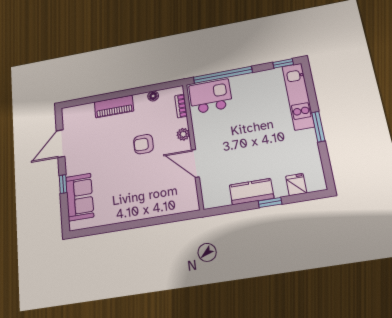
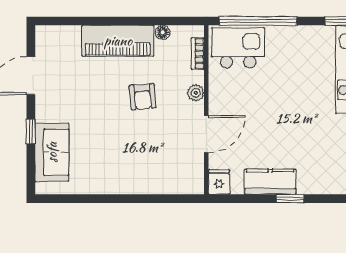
piano: (114, 106) -> (118, 41), width x1.37, depth x1.33
armchair: (143, 144) -> (143, 97), turned -95
door: (195, 163) -> (206, 134), swing flipped
fridge: (296, 185) -> (219, 182), moved

